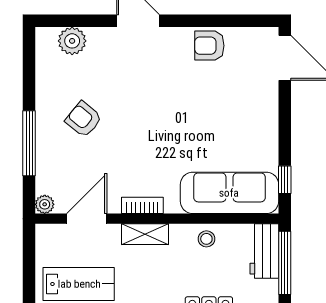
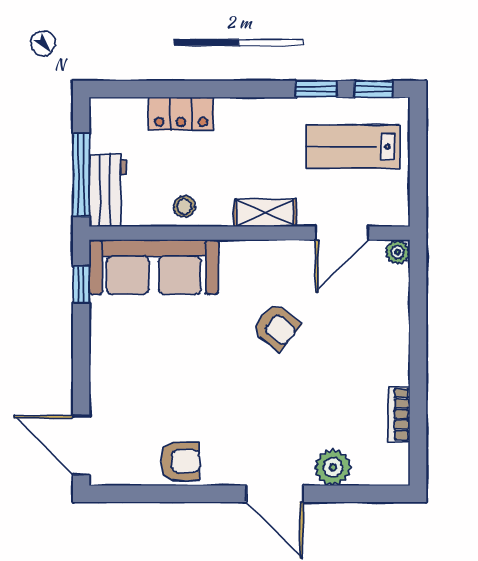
plant: (72, 41) -> (333, 467), moved
armchair: (84, 119) -> (276, 327), moved
window: (29, 143) -> (418, 332), removed
bookcase: (142, 205) -> (399, 414), moved, turned 90

